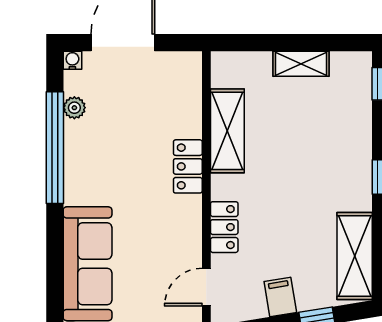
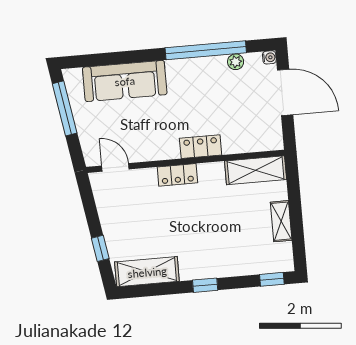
shelving: (227, 131) -> (256, 170), moved
locker: (224, 227) -> (177, 175), moved
filing cabinet: (280, 297) -> (113, 221), removed

